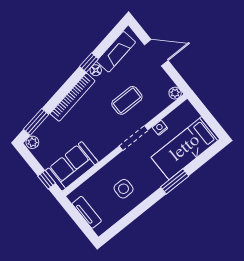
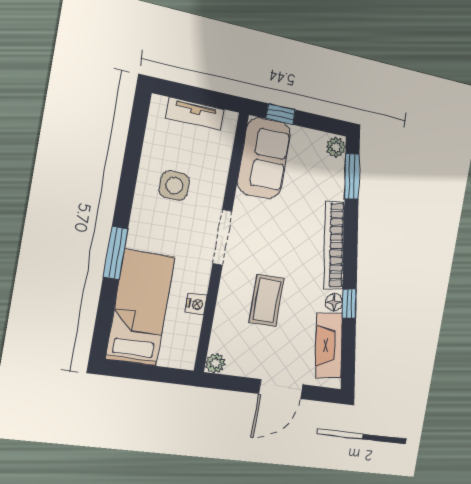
doorway: (134, 138) -> (222, 237), moved

